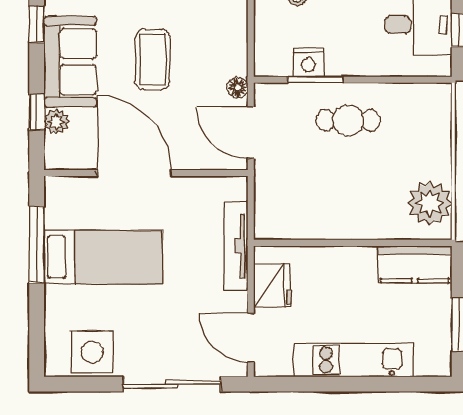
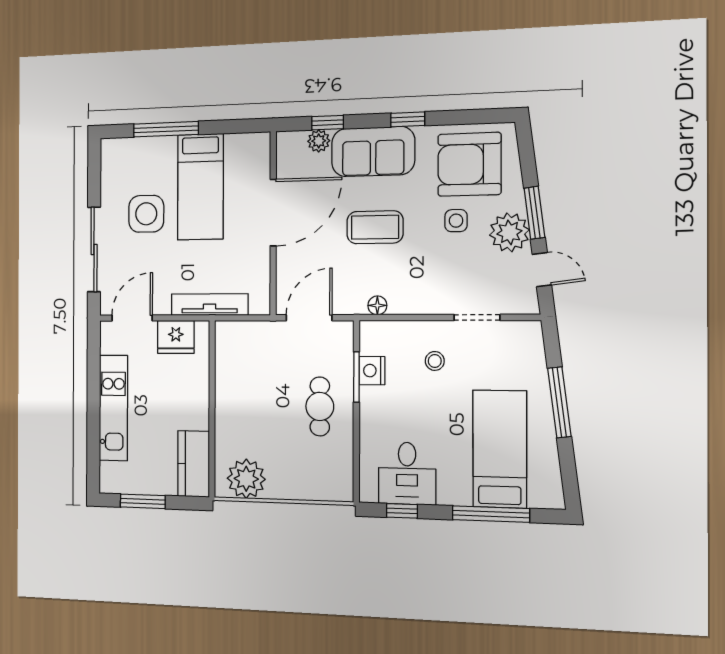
floor lamp: (238, 88) -> (377, 305), moved
window: (37, 244) -> (166, 129), moved
side table: (92, 352) -> (146, 214), moved

